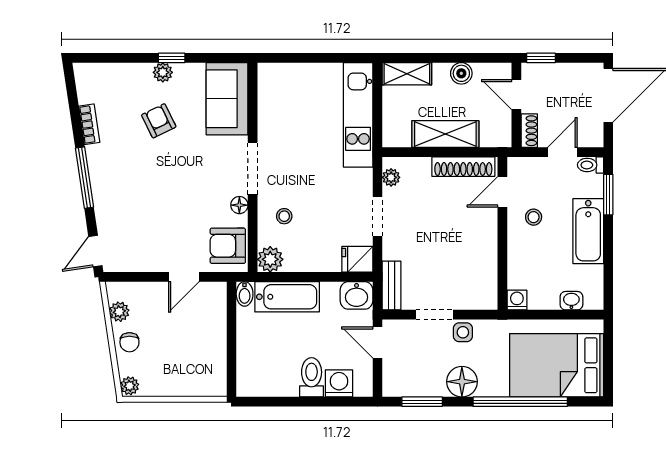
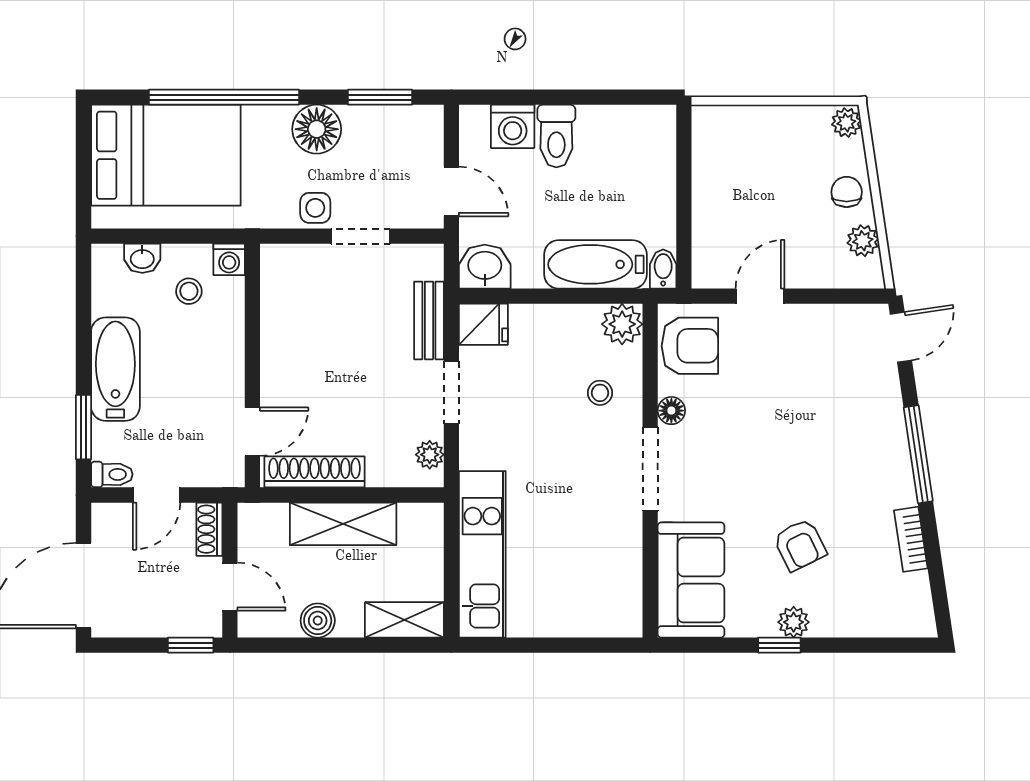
stool: (534, 217) -> (189, 291), moved
bench: (392, 285) -> (429, 320), moved

